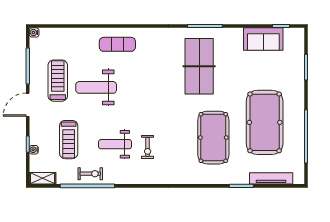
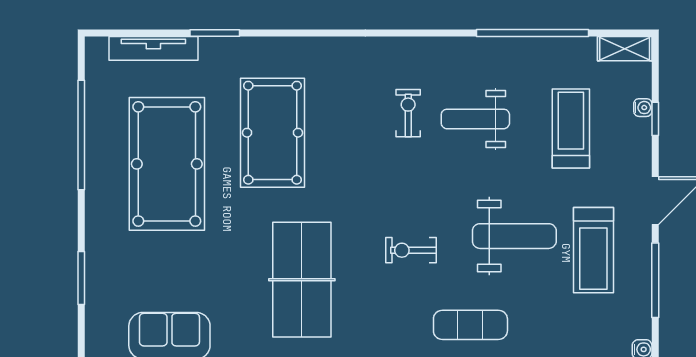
weight bench: (115, 144) -> (475, 119), turned 180
exercise bike: (90, 174) -> (411, 250), moved

